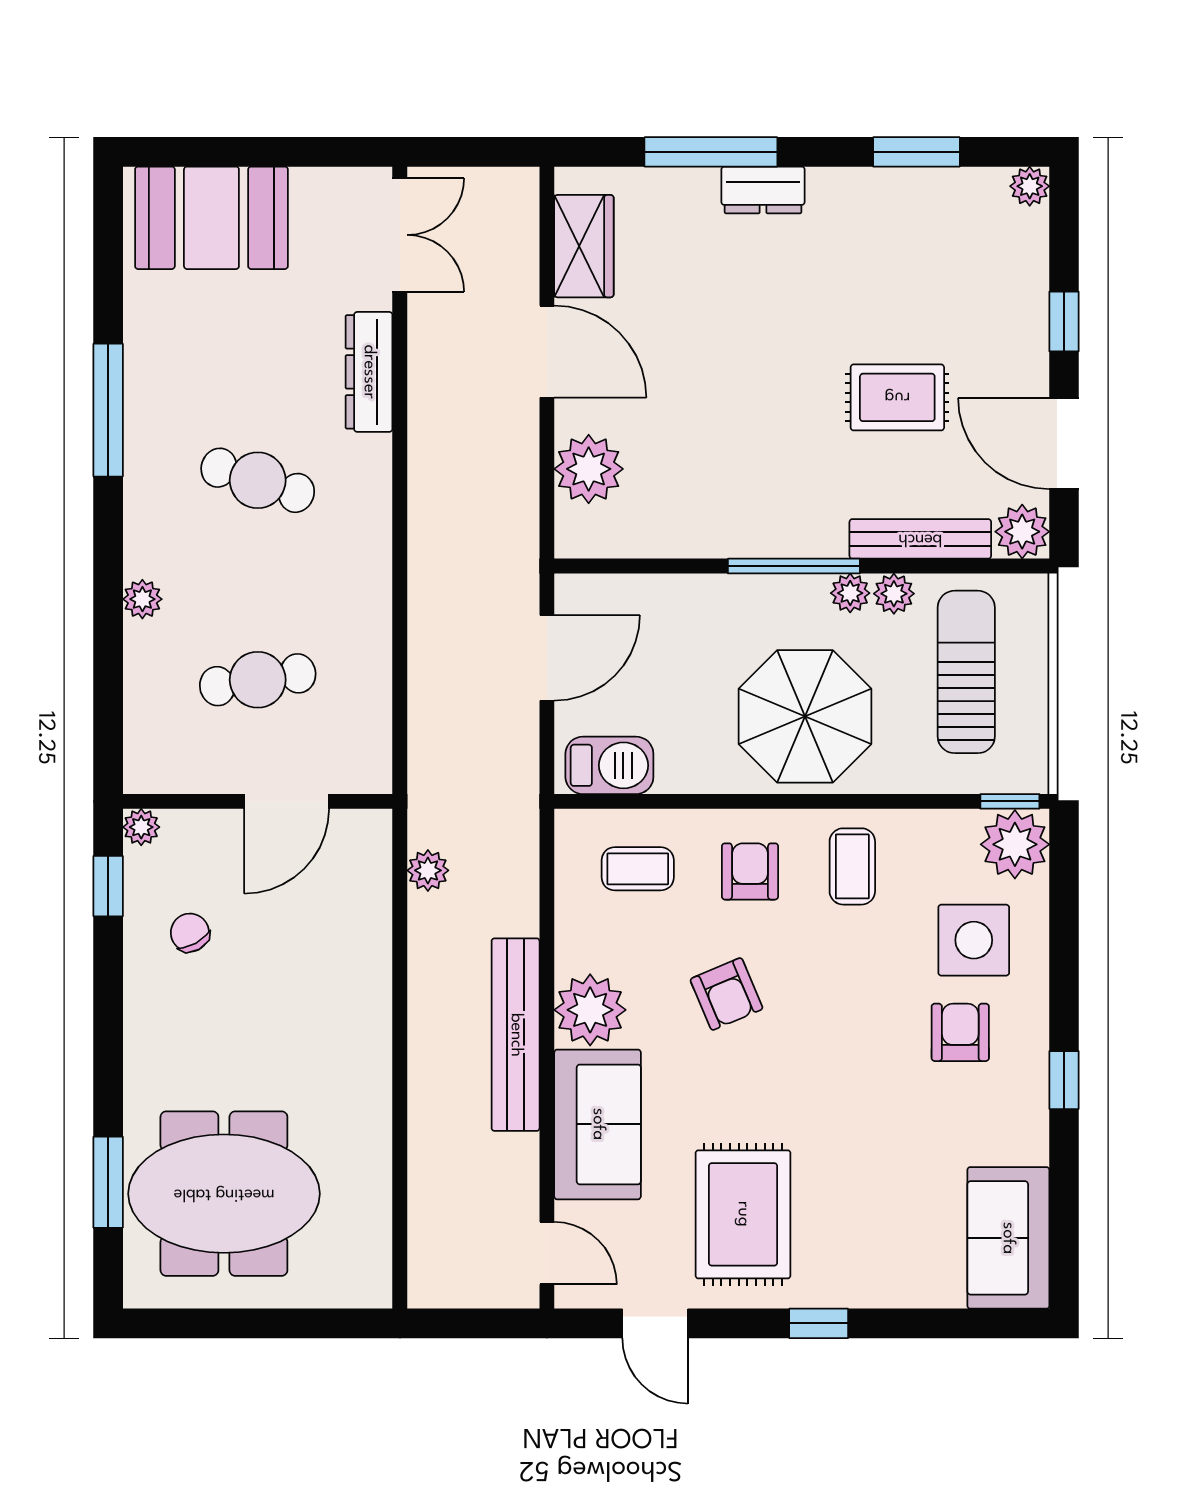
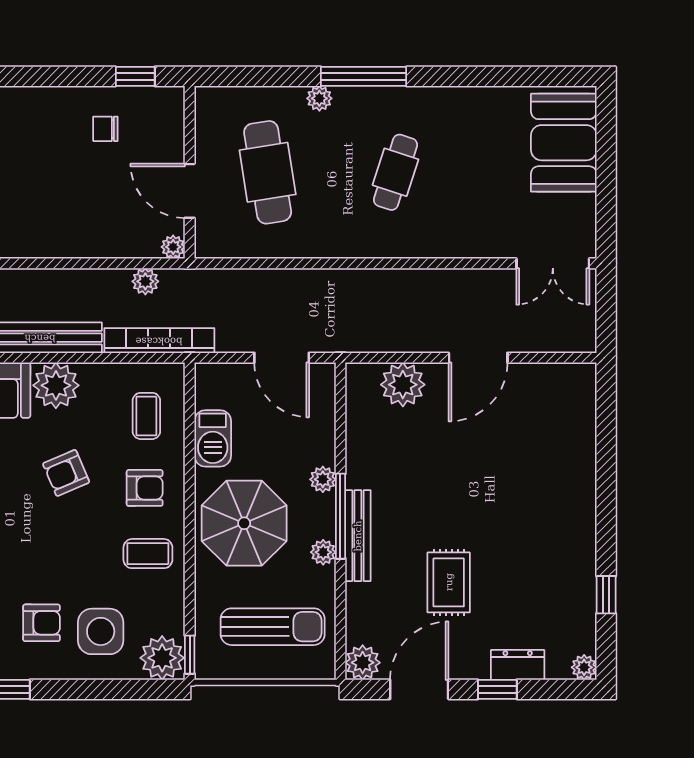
window: (711, 152) -> (606, 463), removed
window: (916, 152) -> (606, 595), width x0.67
dresser: (763, 190) -> (518, 665), moved, turned 90
wardrobe: (584, 246) -> (546, 381), removed
dresser: (369, 372) -> (465, 244), removed
window: (108, 410) -> (364, 76), moved
bench: (920, 539) -> (358, 536), moved
plant: (894, 594) -> (323, 479), moved
cafe table: (258, 680) -> (268, 172), width x1.37, depth x1.35
barbecue: (609, 765) -> (213, 438), moved
plant: (141, 827) -> (173, 247), moved
bookcase: (520, 849) -> (159, 341), added
chair: (190, 933) -> (105, 129), turned -151

